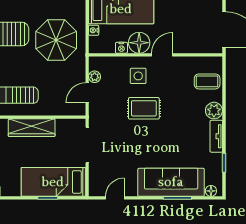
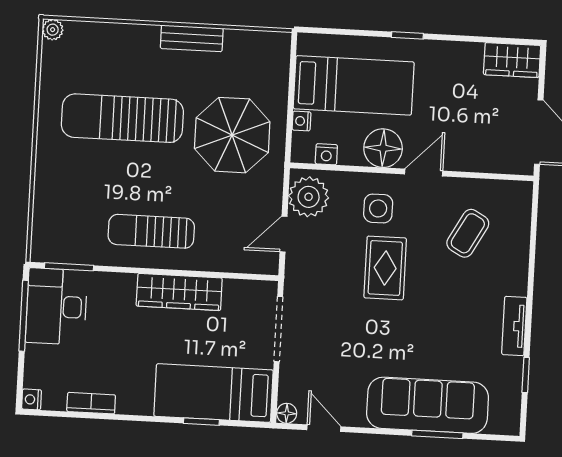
nightstand: (121, 48) -> (326, 154), moved
plant: (95, 77) -> (309, 197), width x1.88, depth x1.88
coffee table: (207, 81) -> (468, 233), moved, turned -61
rug: (144, 108) -> (385, 268), turned 90
plant: (214, 111) -> (513, 279), removed
floor lamp: (211, 191) -> (287, 413), moved
door: (115, 198) -> (324, 428), hinge flipped

